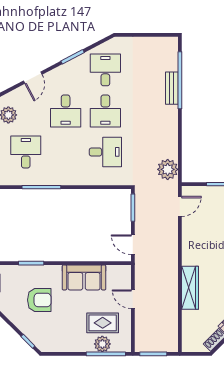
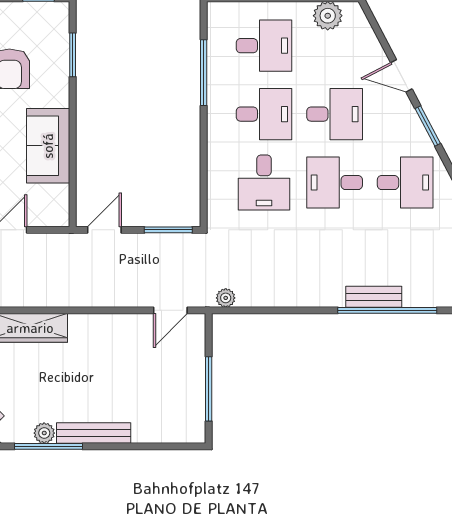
door: (33, 78) -> (401, 76), moved
desk: (66, 111) -> (335, 114), turned 180
desk: (66, 152) -> (264, 114), added
plant: (168, 169) -> (226, 298), width x0.53, depth x0.53
door: (180, 206) -> (170, 310), hinge flipped

